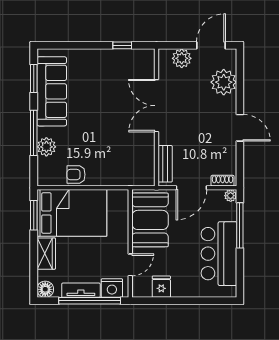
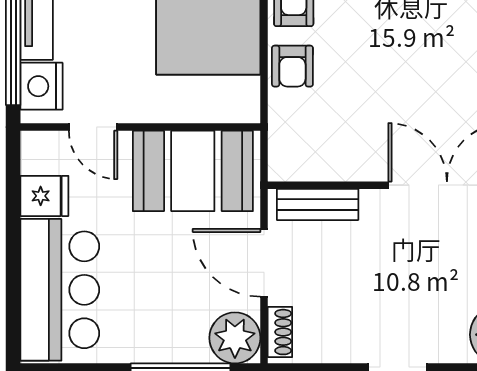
armchair: (103, 175) -> (292, 66), added
plant: (231, 196) -> (235, 338), width x1.87, depth x1.87
bar counter: (219, 254) -> (60, 290), moved, turned 90

